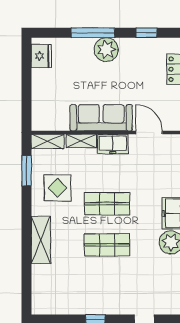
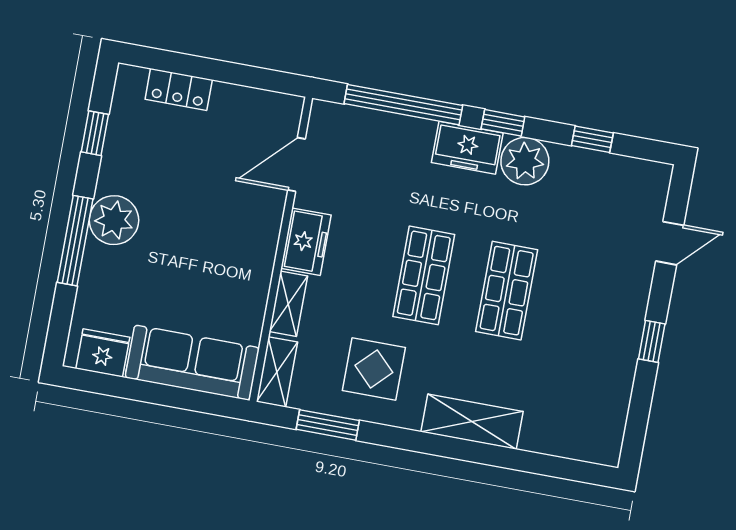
sofa: (101, 118) -> (192, 363), moved, turned 90

